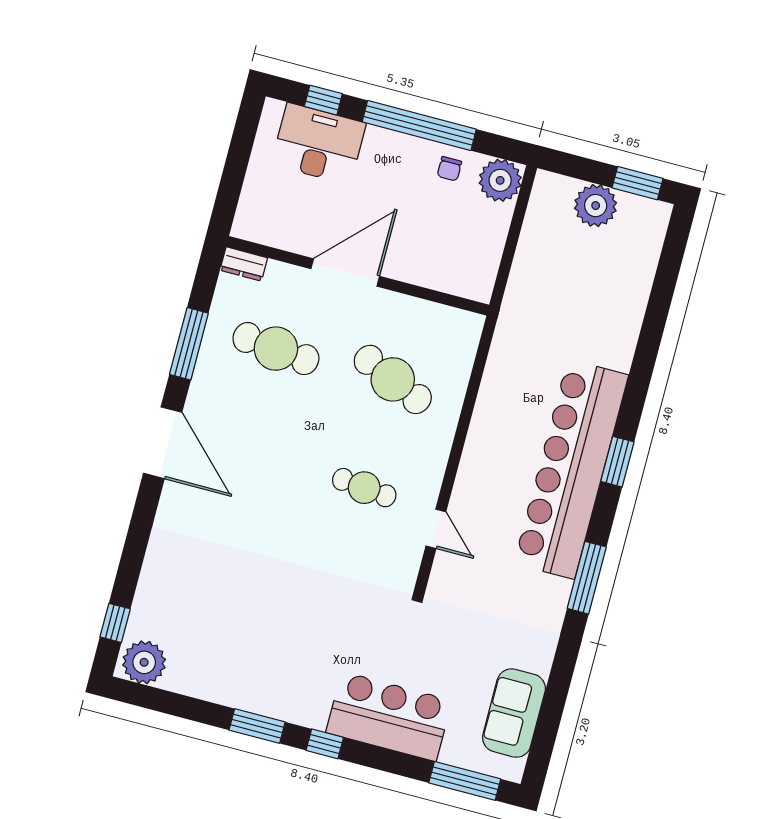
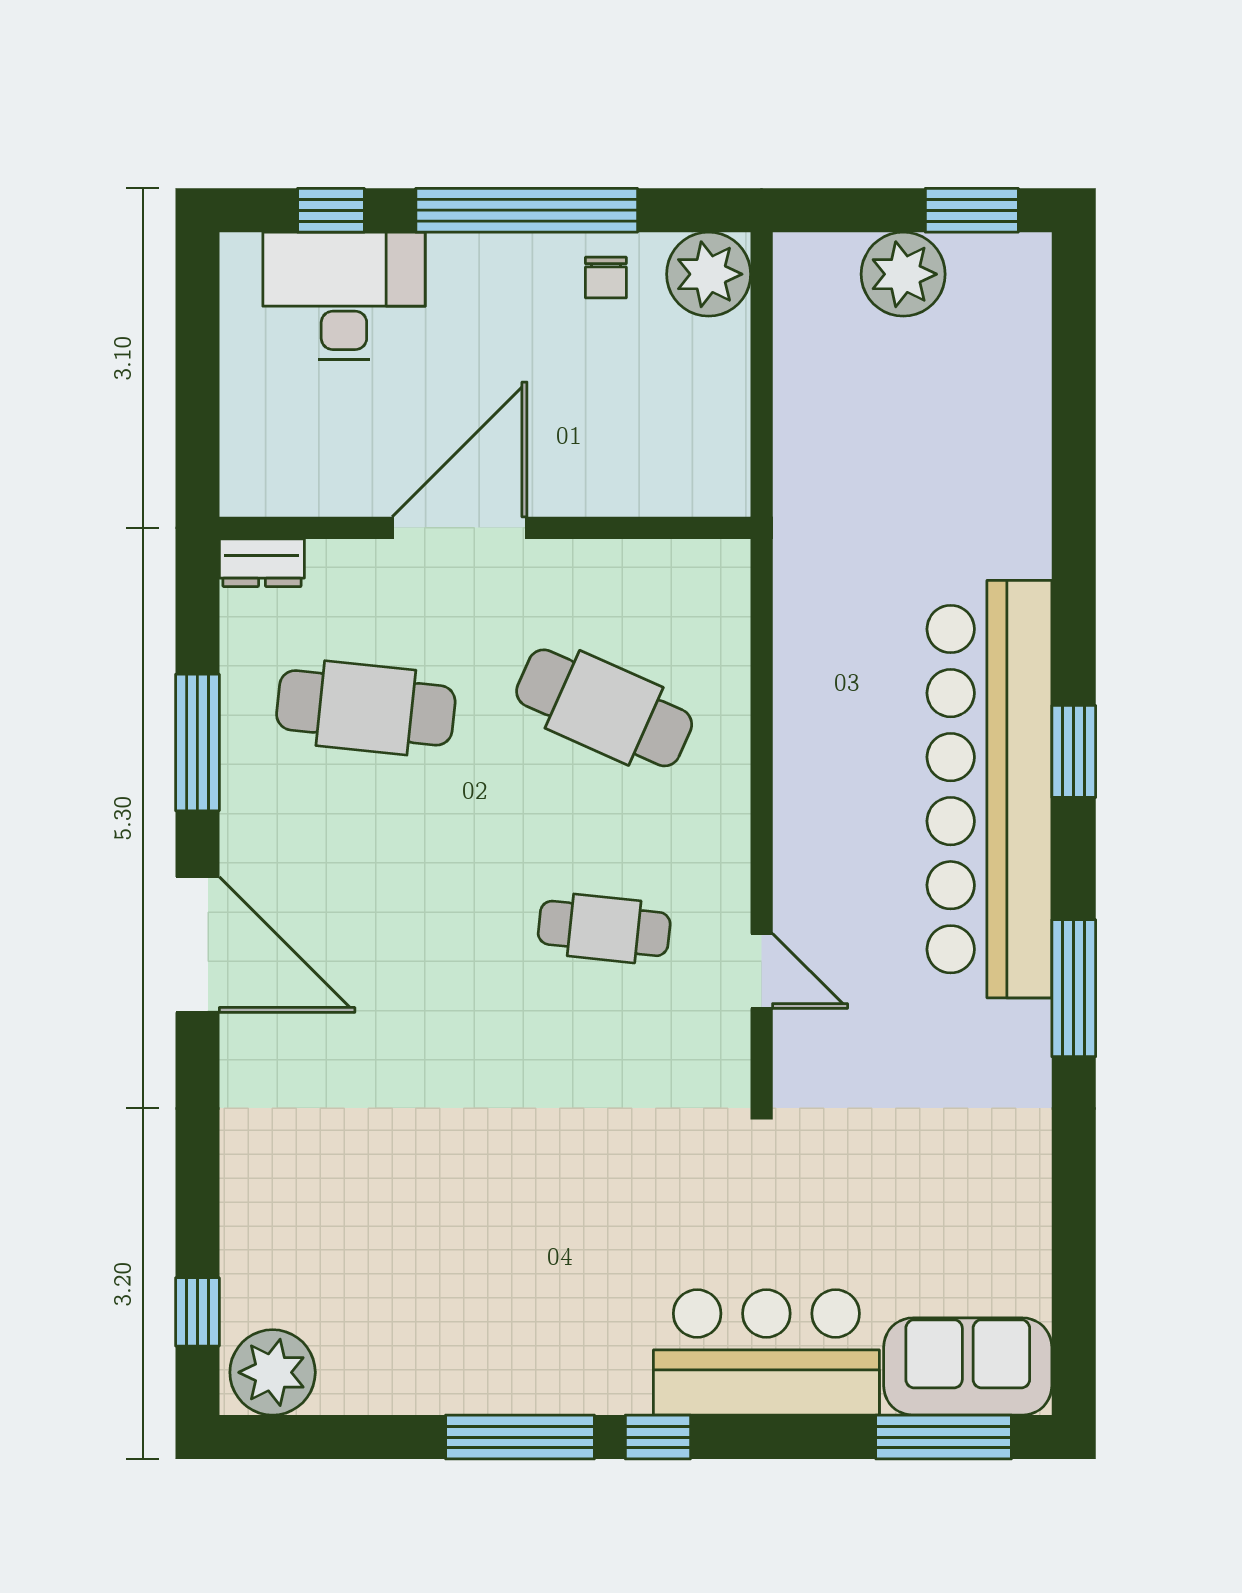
sofa: (514, 713) -> (968, 1366), moved, turned 90
window: (257, 726) -> (520, 1437), width x1.44

